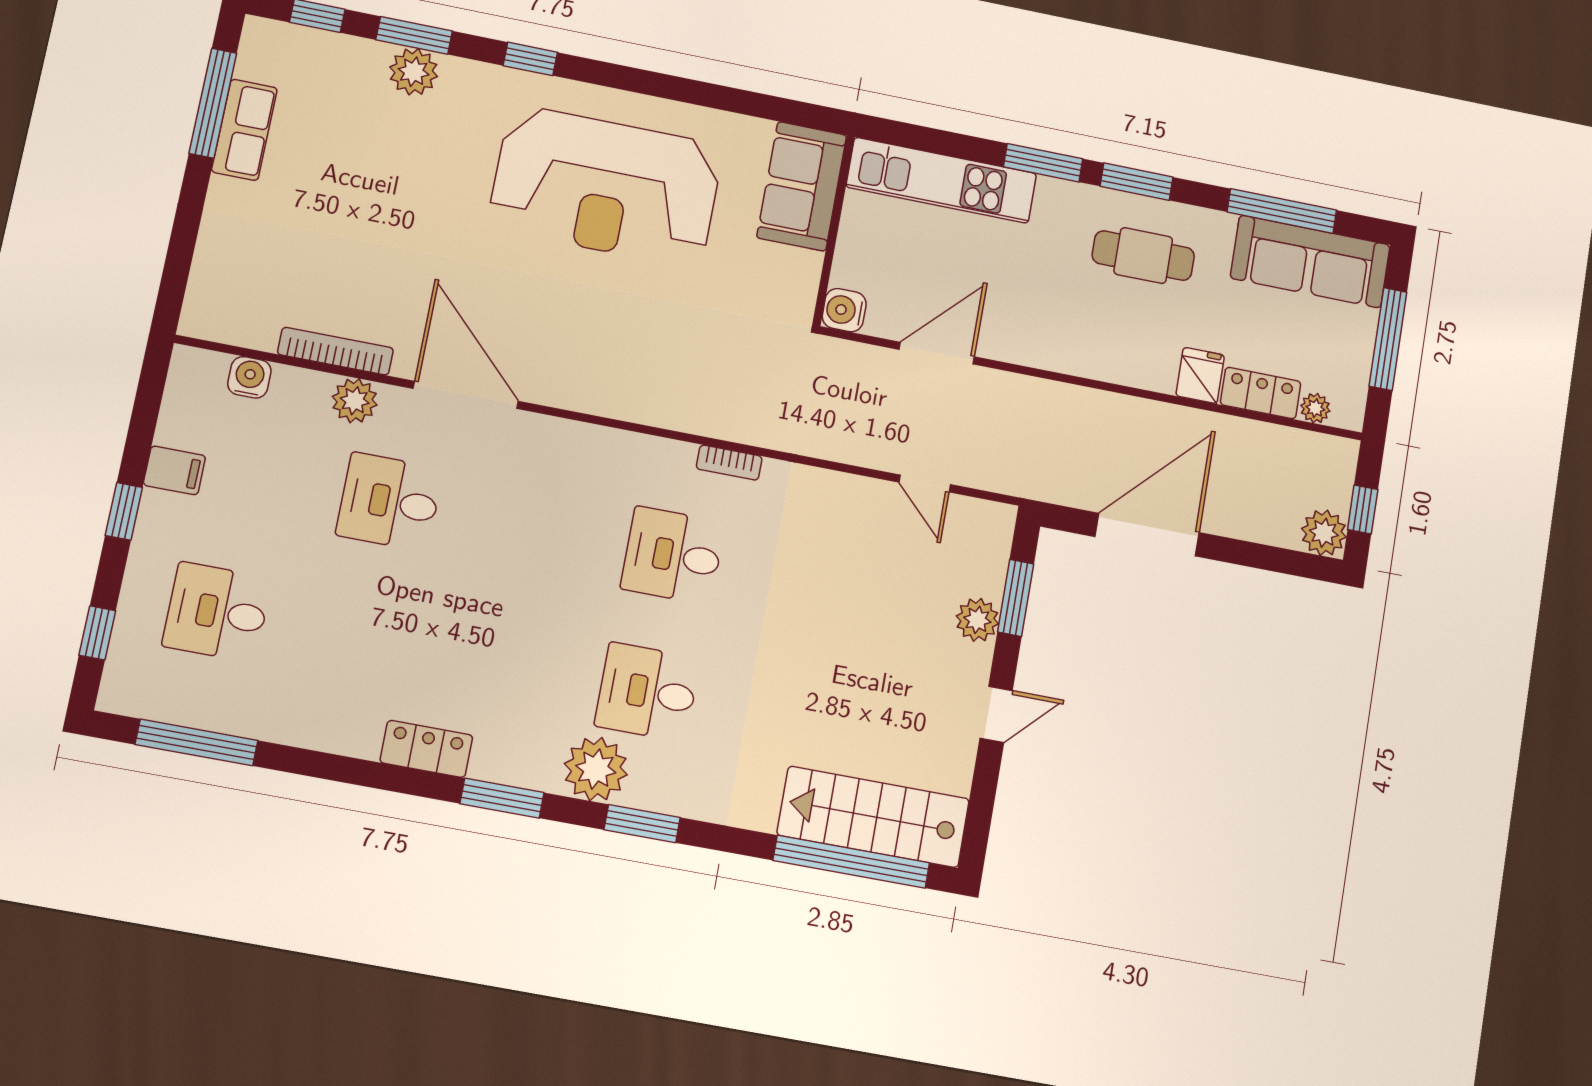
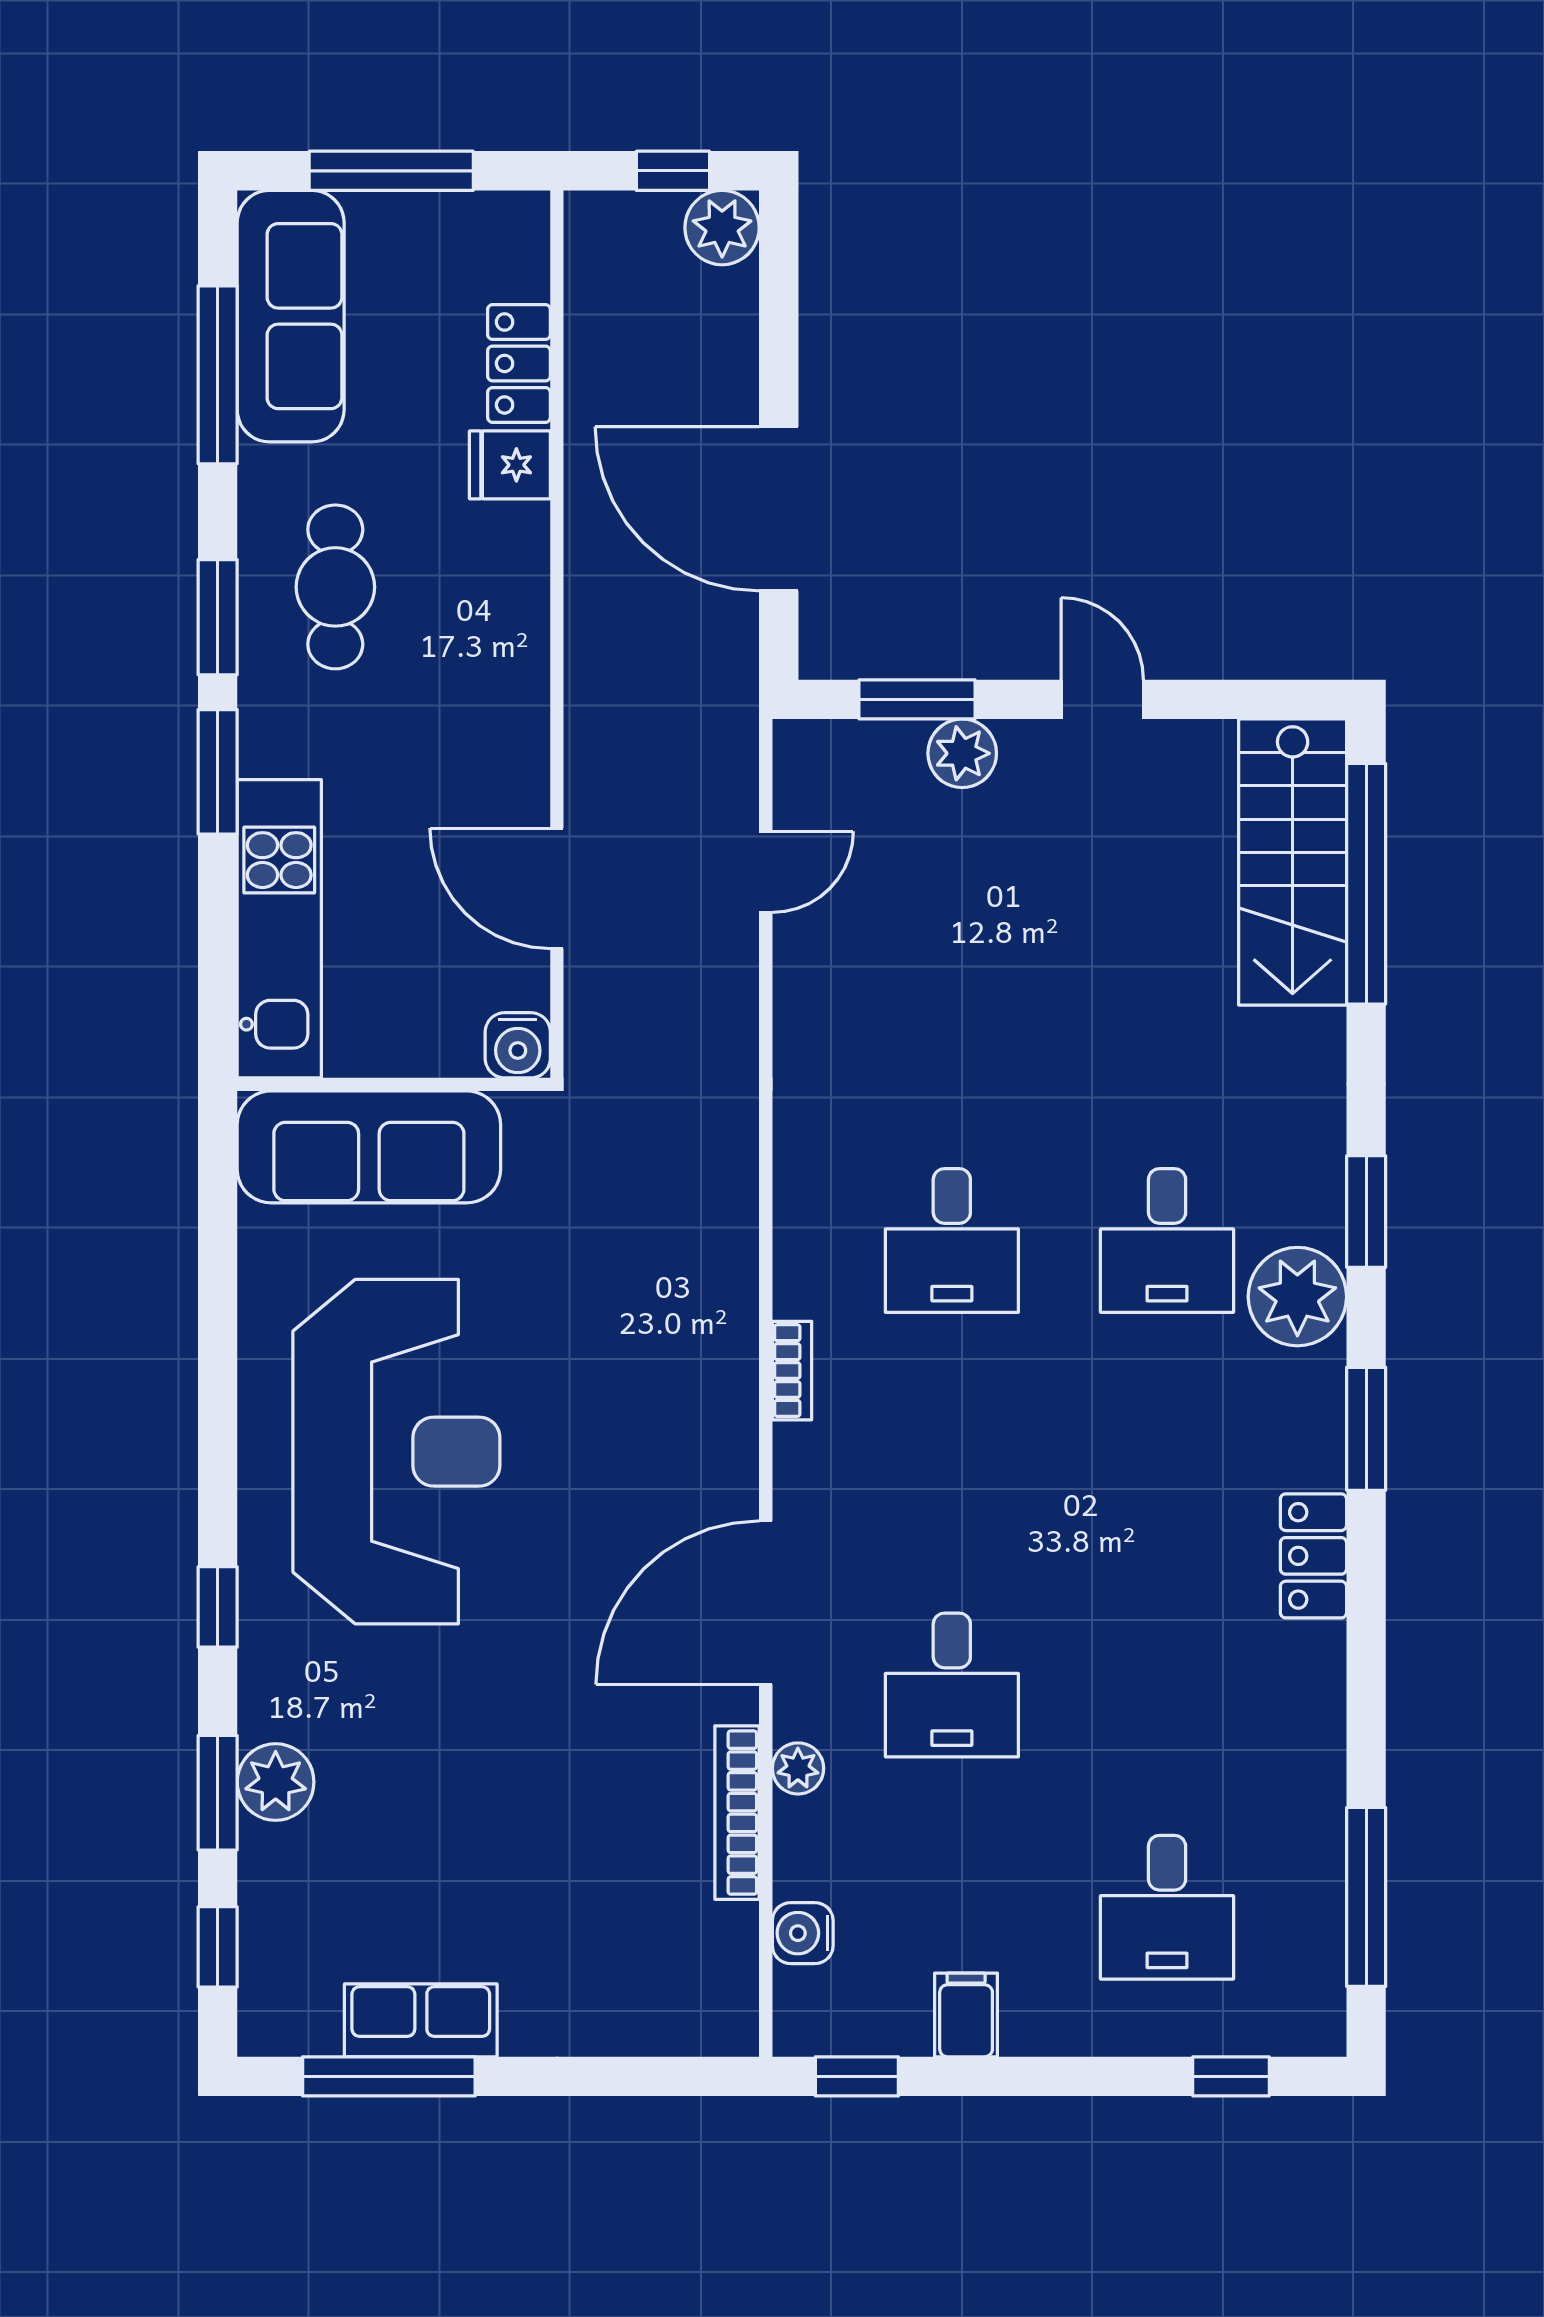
sofa: (802, 186) -> (369, 1147), width x1.36
plant: (355, 401) -> (798, 1768), width x0.73, depth x0.73
plant: (1315, 408) -> (526, 272), removed
bookcase: (729, 463) -> (792, 1371), moved
window: (124, 511) -> (857, 2076), moved

